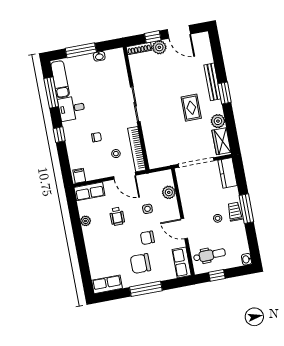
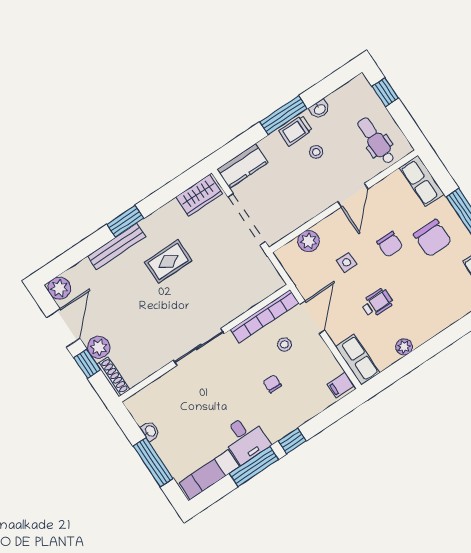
window: (51, 93) -> (254, 467), moved
plant: (218, 121) -> (59, 288), moved
washbasin: (247, 259) -> (320, 109), moved
row of seats: (182, 262) -> (422, 181), moved, turned 90
window: (217, 275) -> (385, 92), moved

